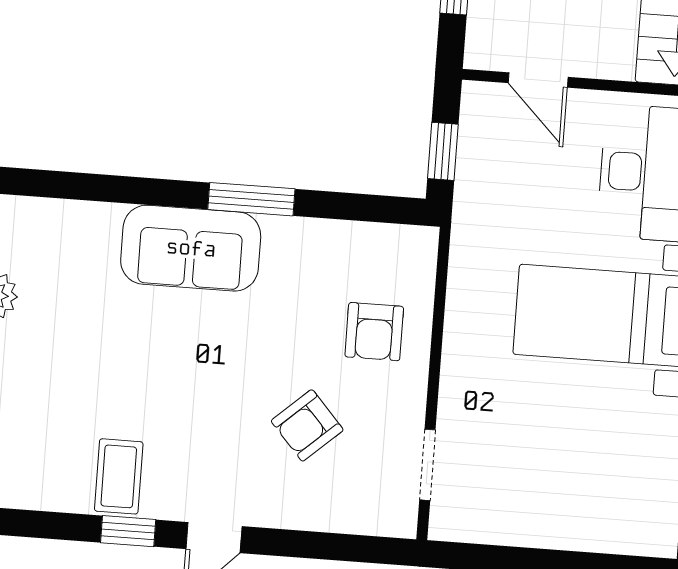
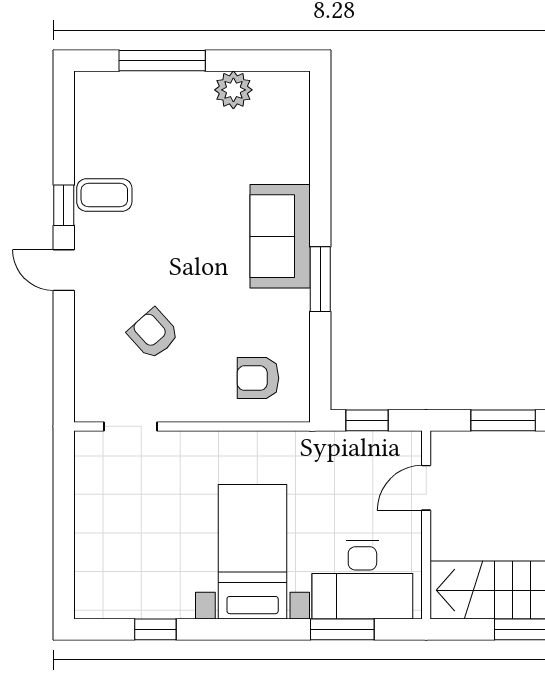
armchair: (374, 332) -> (258, 378), moved

